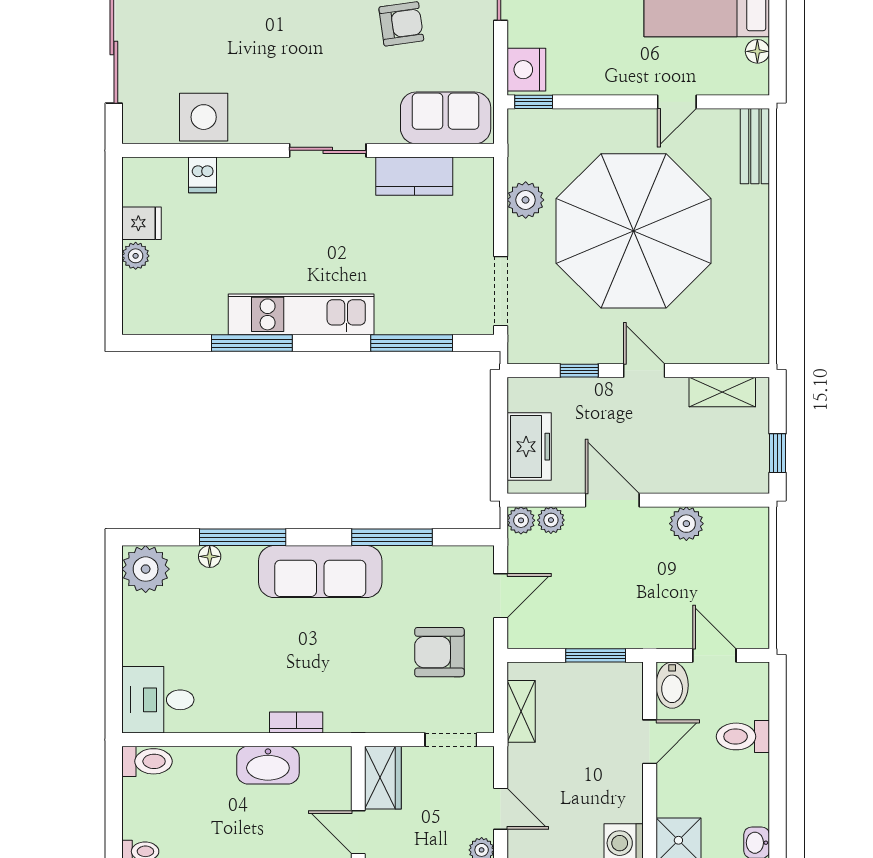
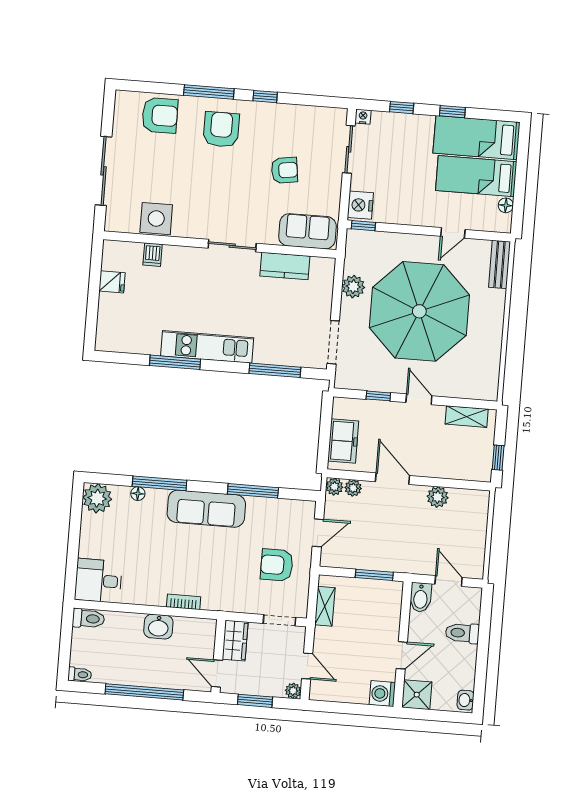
plant: (136, 256) -> (107, 302), removed
door: (650, 742) -> (402, 655), moved
washbasin: (268, 765) -> (158, 627), width x0.72

